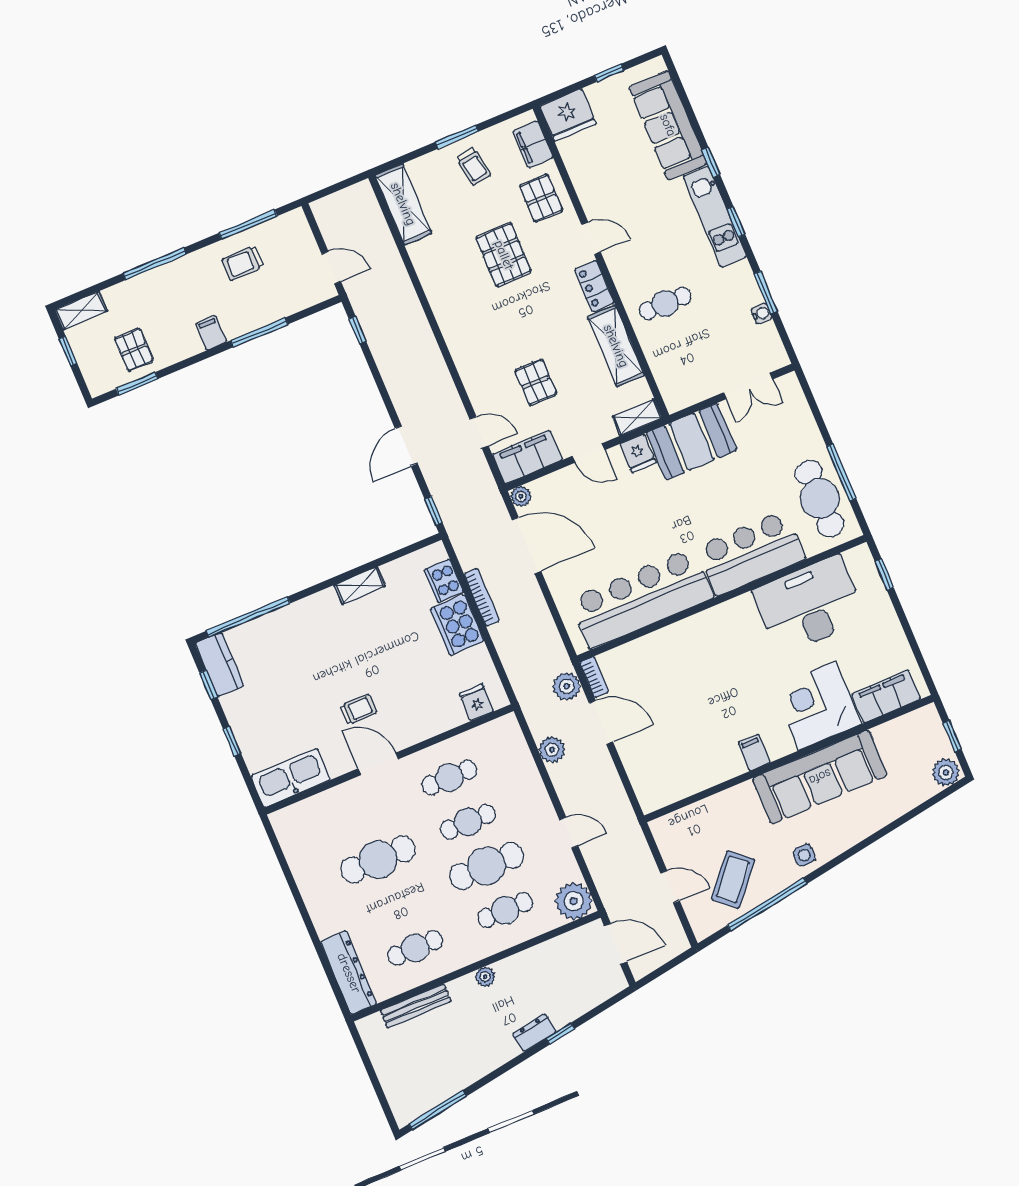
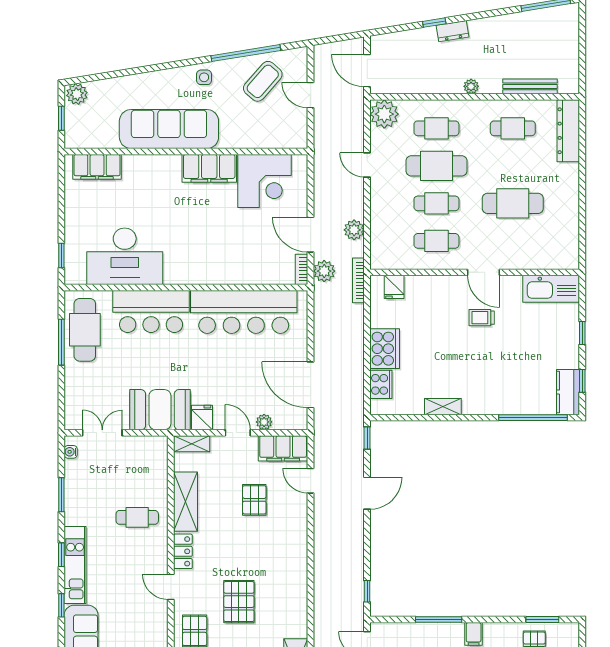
water cooler: (762, 314) -> (71, 452), moved
plant: (521, 496) -> (264, 422), moved
bookcase: (482, 597) -> (358, 280), moved
corner desk: (817, 706) -> (264, 181), moved
filing cabinet: (754, 753) -> (209, 168), width x3.00, depth x1.17

